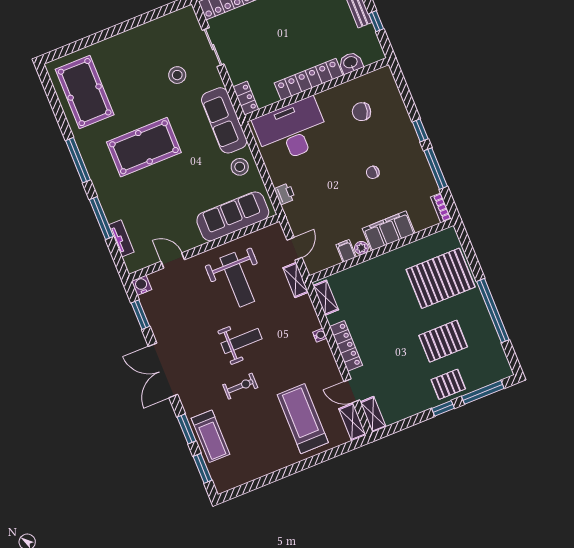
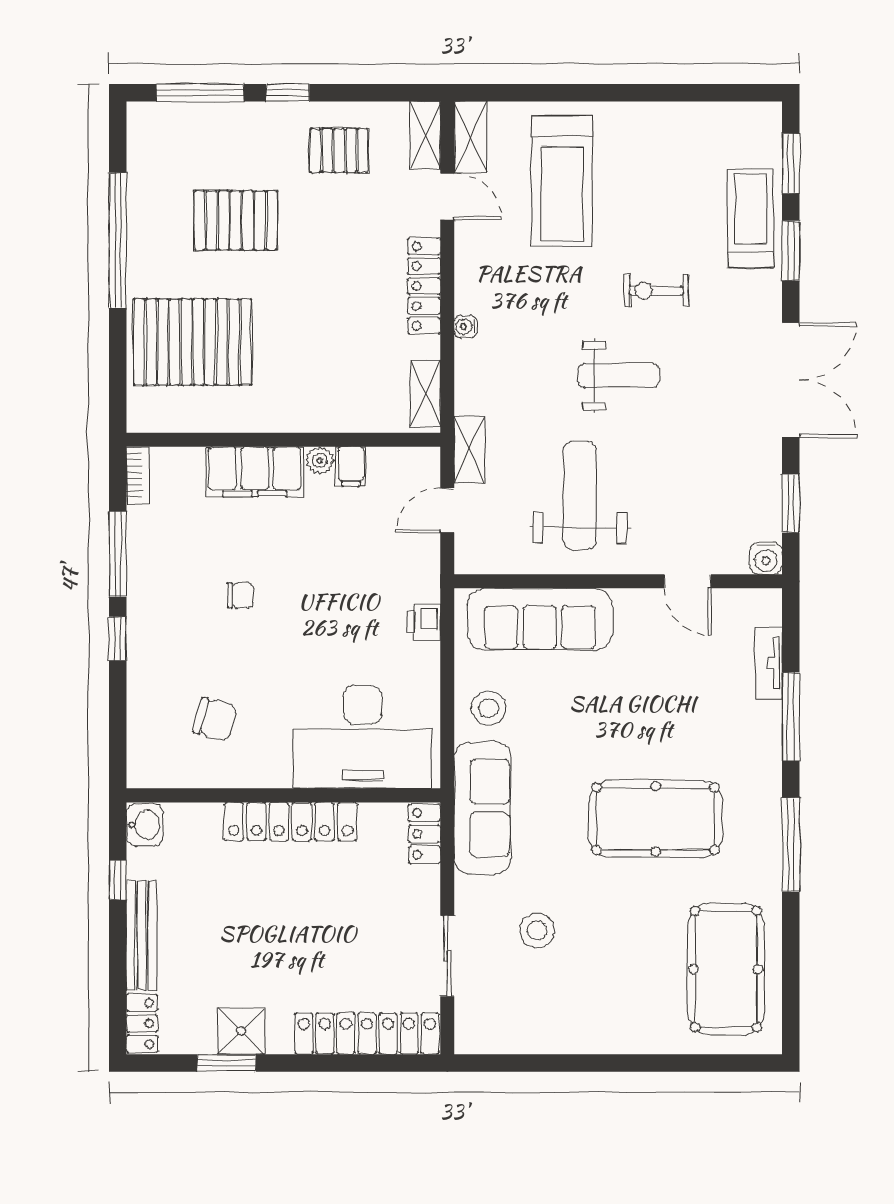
washbasin: (351, 63) -> (145, 825), moved, turned -90
weight bench: (242, 341) -> (619, 376), turned 180
pallet: (448, 384) -> (339, 150), moved

